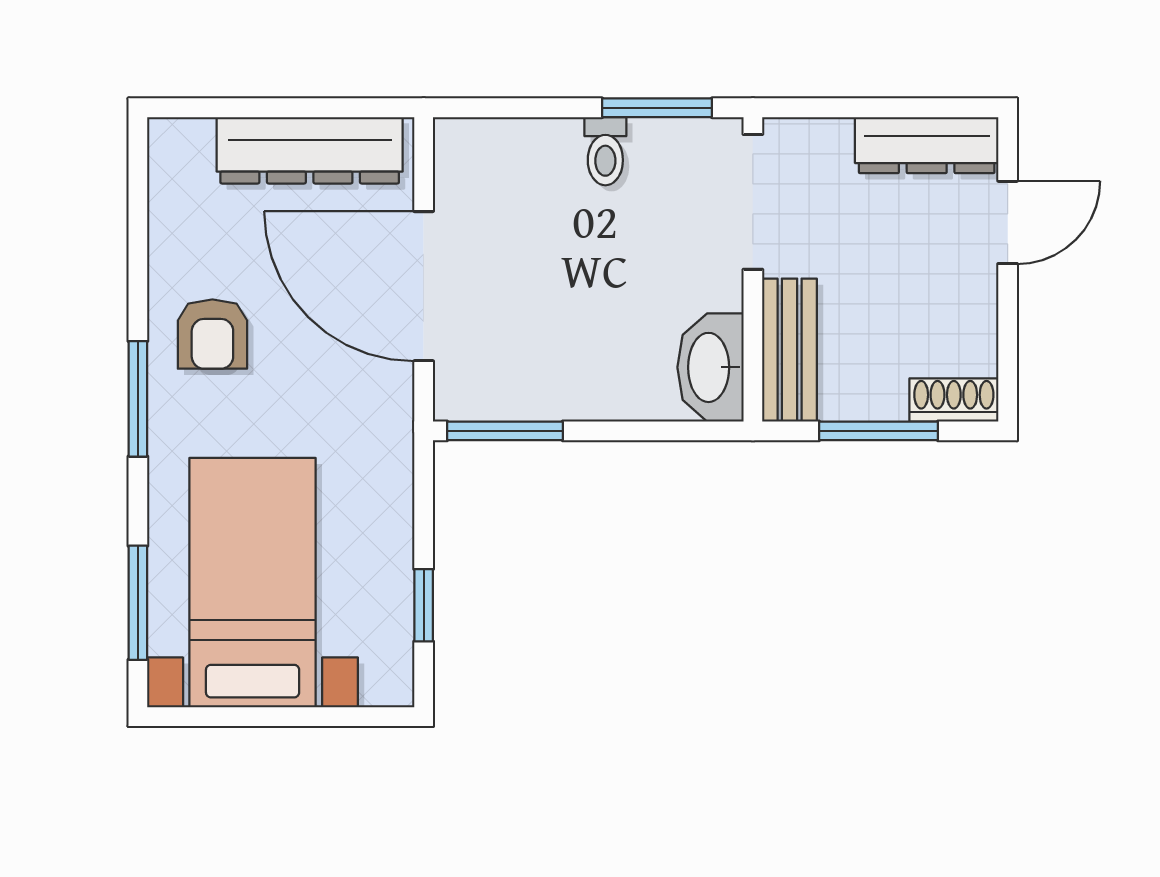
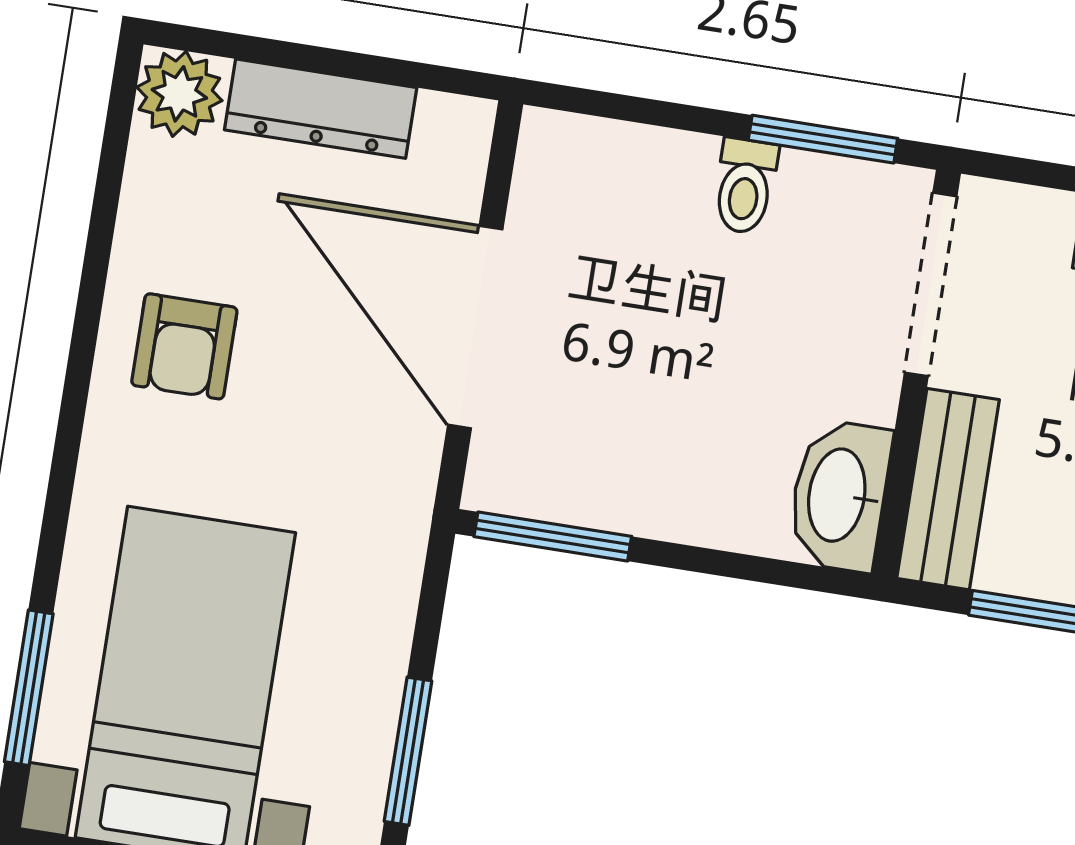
plant: (179, 149) -> (179, 94), added
dresser: (310, 150) -> (321, 109), width x0.73, depth x0.80
window: (138, 399) -> (72, 417), removed
window: (424, 605) -> (408, 751), width x1.50

